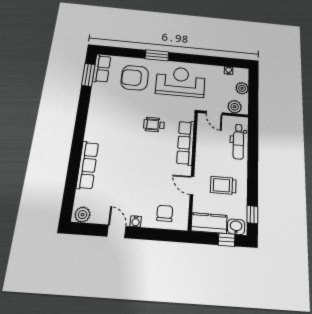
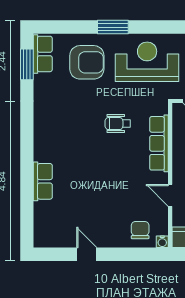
armchair: (135, 78) -> (87, 62), turned 180
row of seats: (87, 165) -> (43, 181), width x0.68
plant: (82, 215) -> (46, 239), removed
water cooler: (136, 221) -> (162, 242), moved

